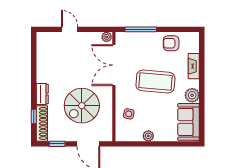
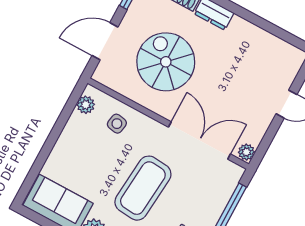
plant: (148, 136) -> (86, 105), moved

